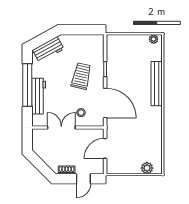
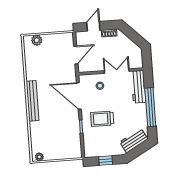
window: (81, 30) -> (106, 160), added
trolley: (81, 76) -> (102, 119), turned 77
bench: (157, 84) -> (32, 101), moved
workbench: (39, 96) -> (138, 87), moved
double door: (61, 127) -> (117, 71), swing flipped

